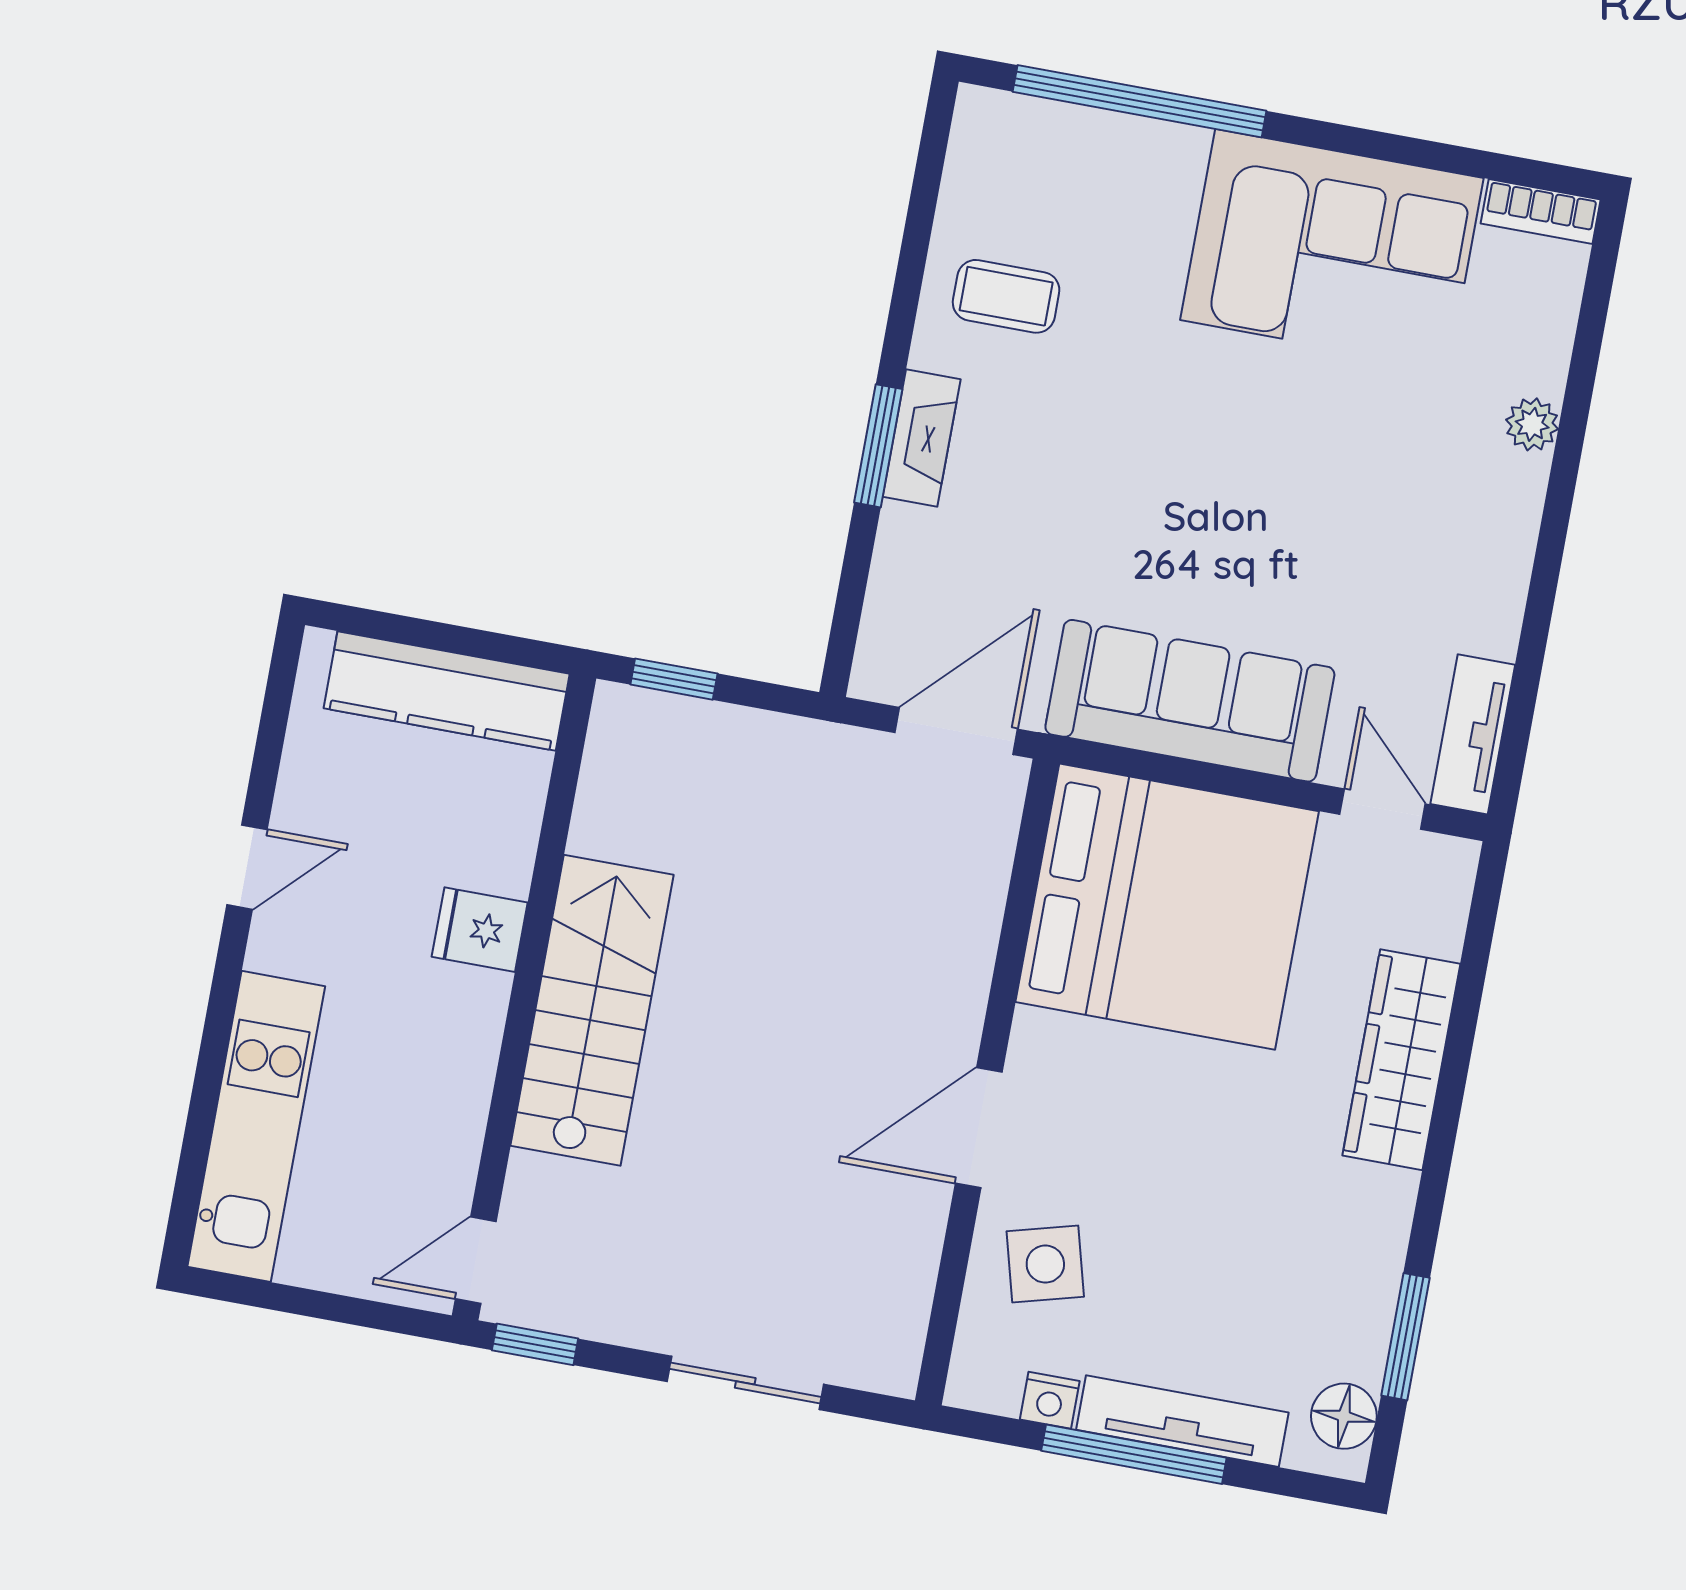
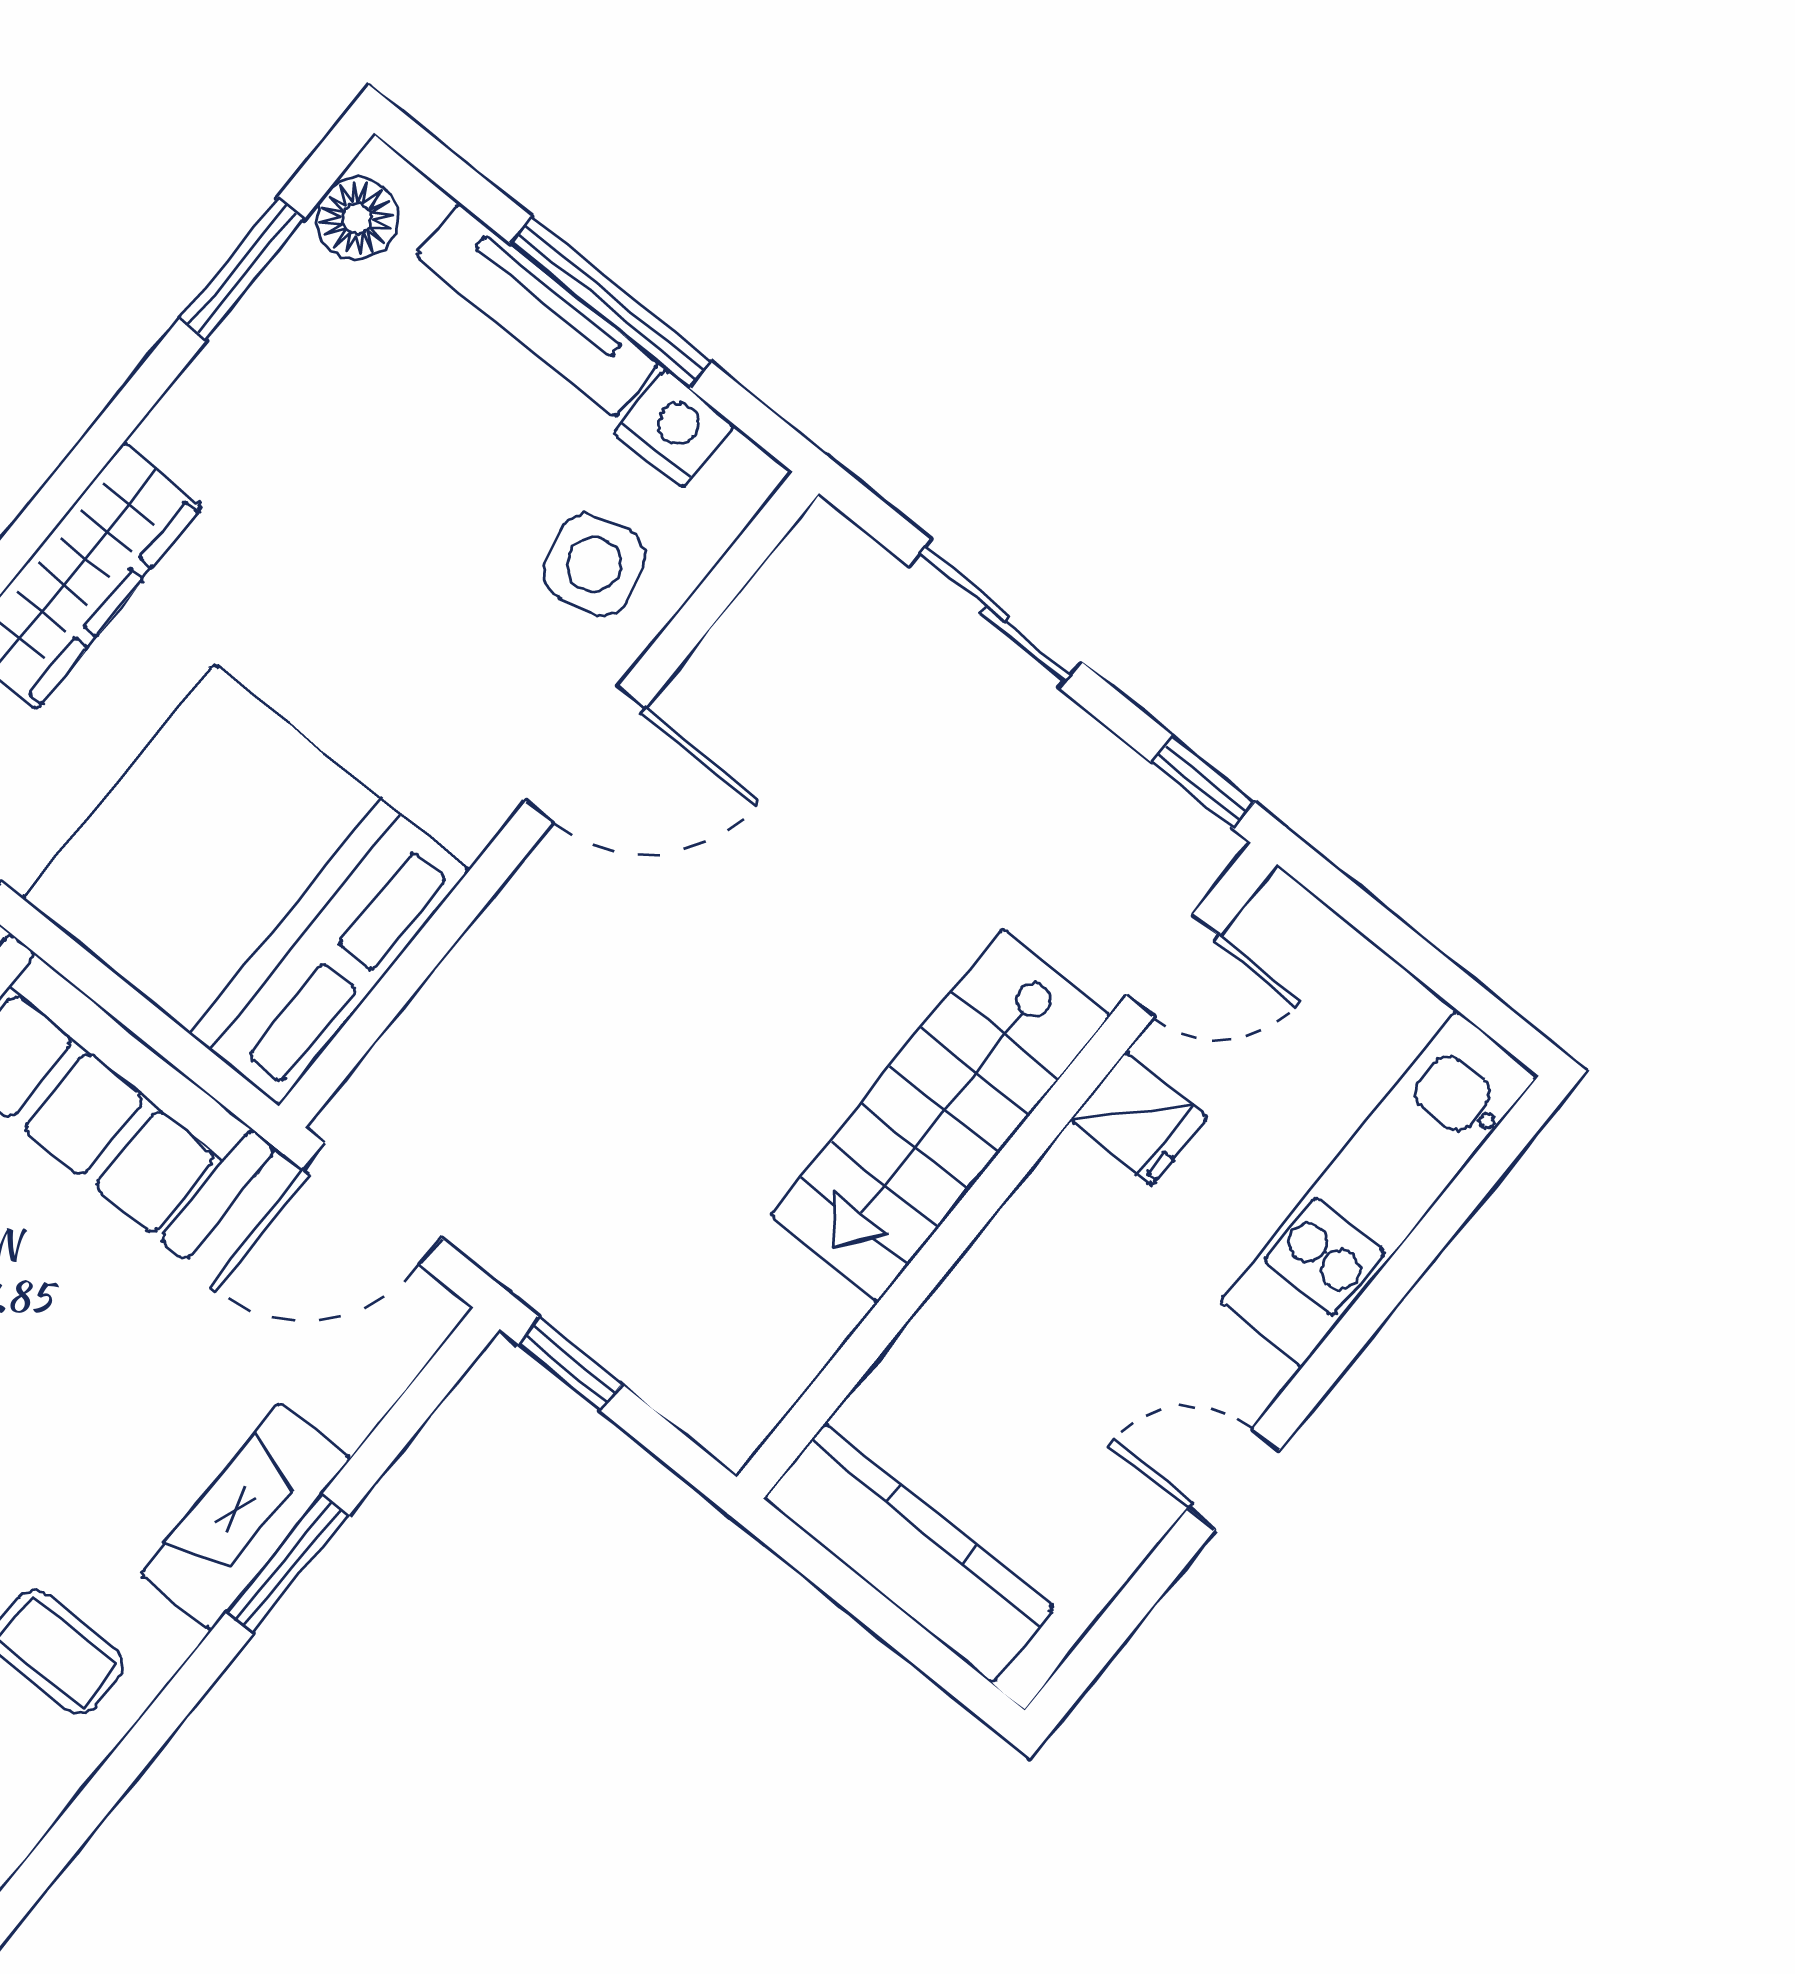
fireplace: (922, 438) -> (245, 1517), width x1.37, depth x1.32
window: (674, 679) -> (570, 1364), moved
fridge: (480, 930) -> (1139, 1118), moved
door: (476, 1260) -> (1173, 966), moved
nightstand: (1050, 1400) -> (674, 429), width x1.39, depth x1.35

